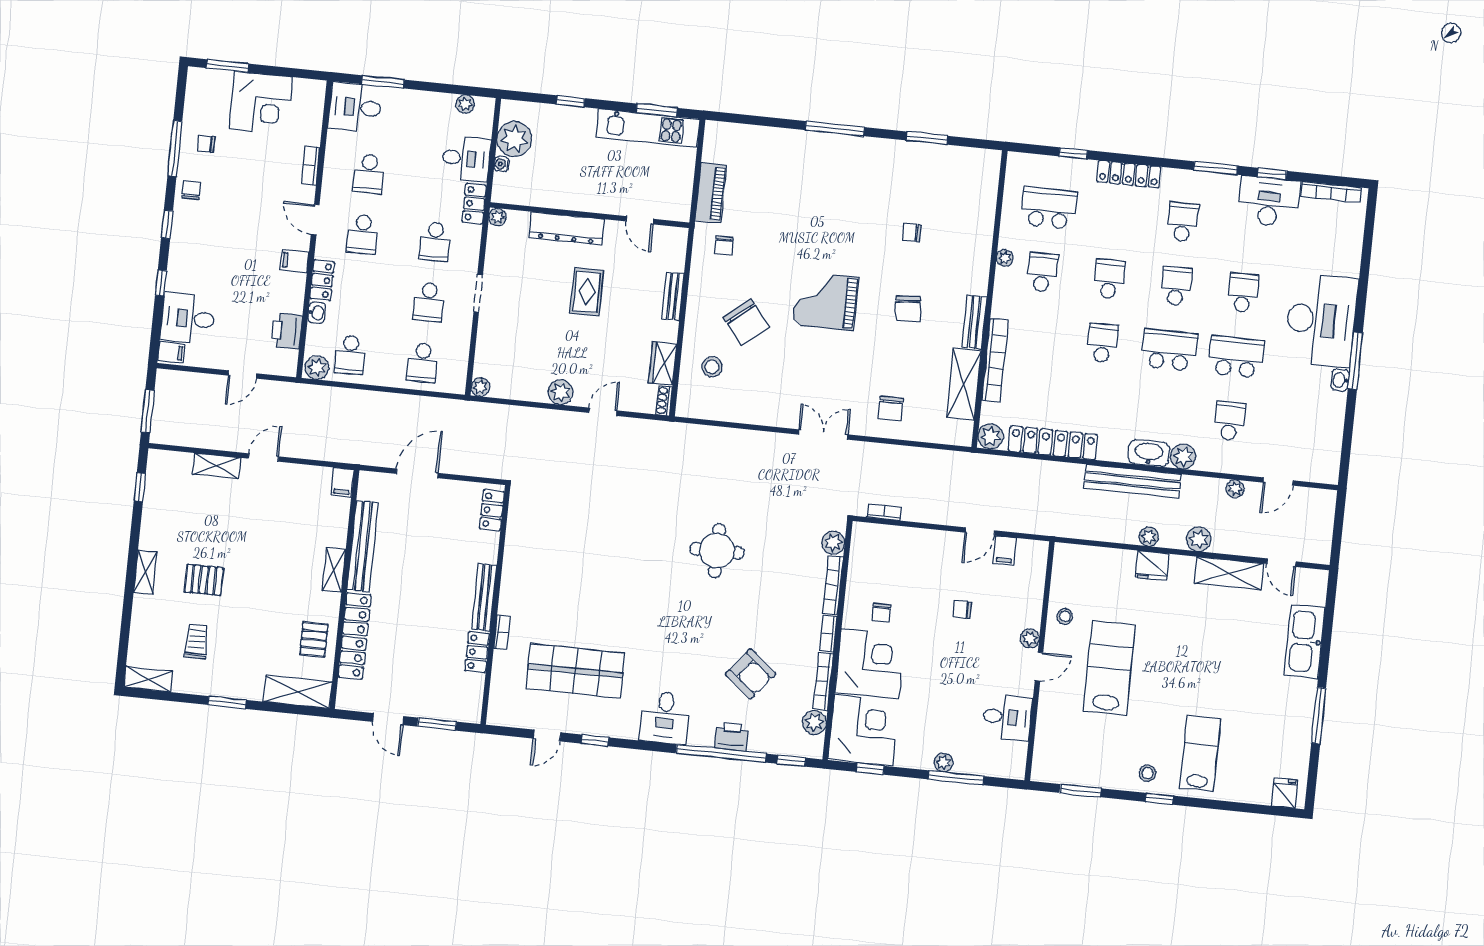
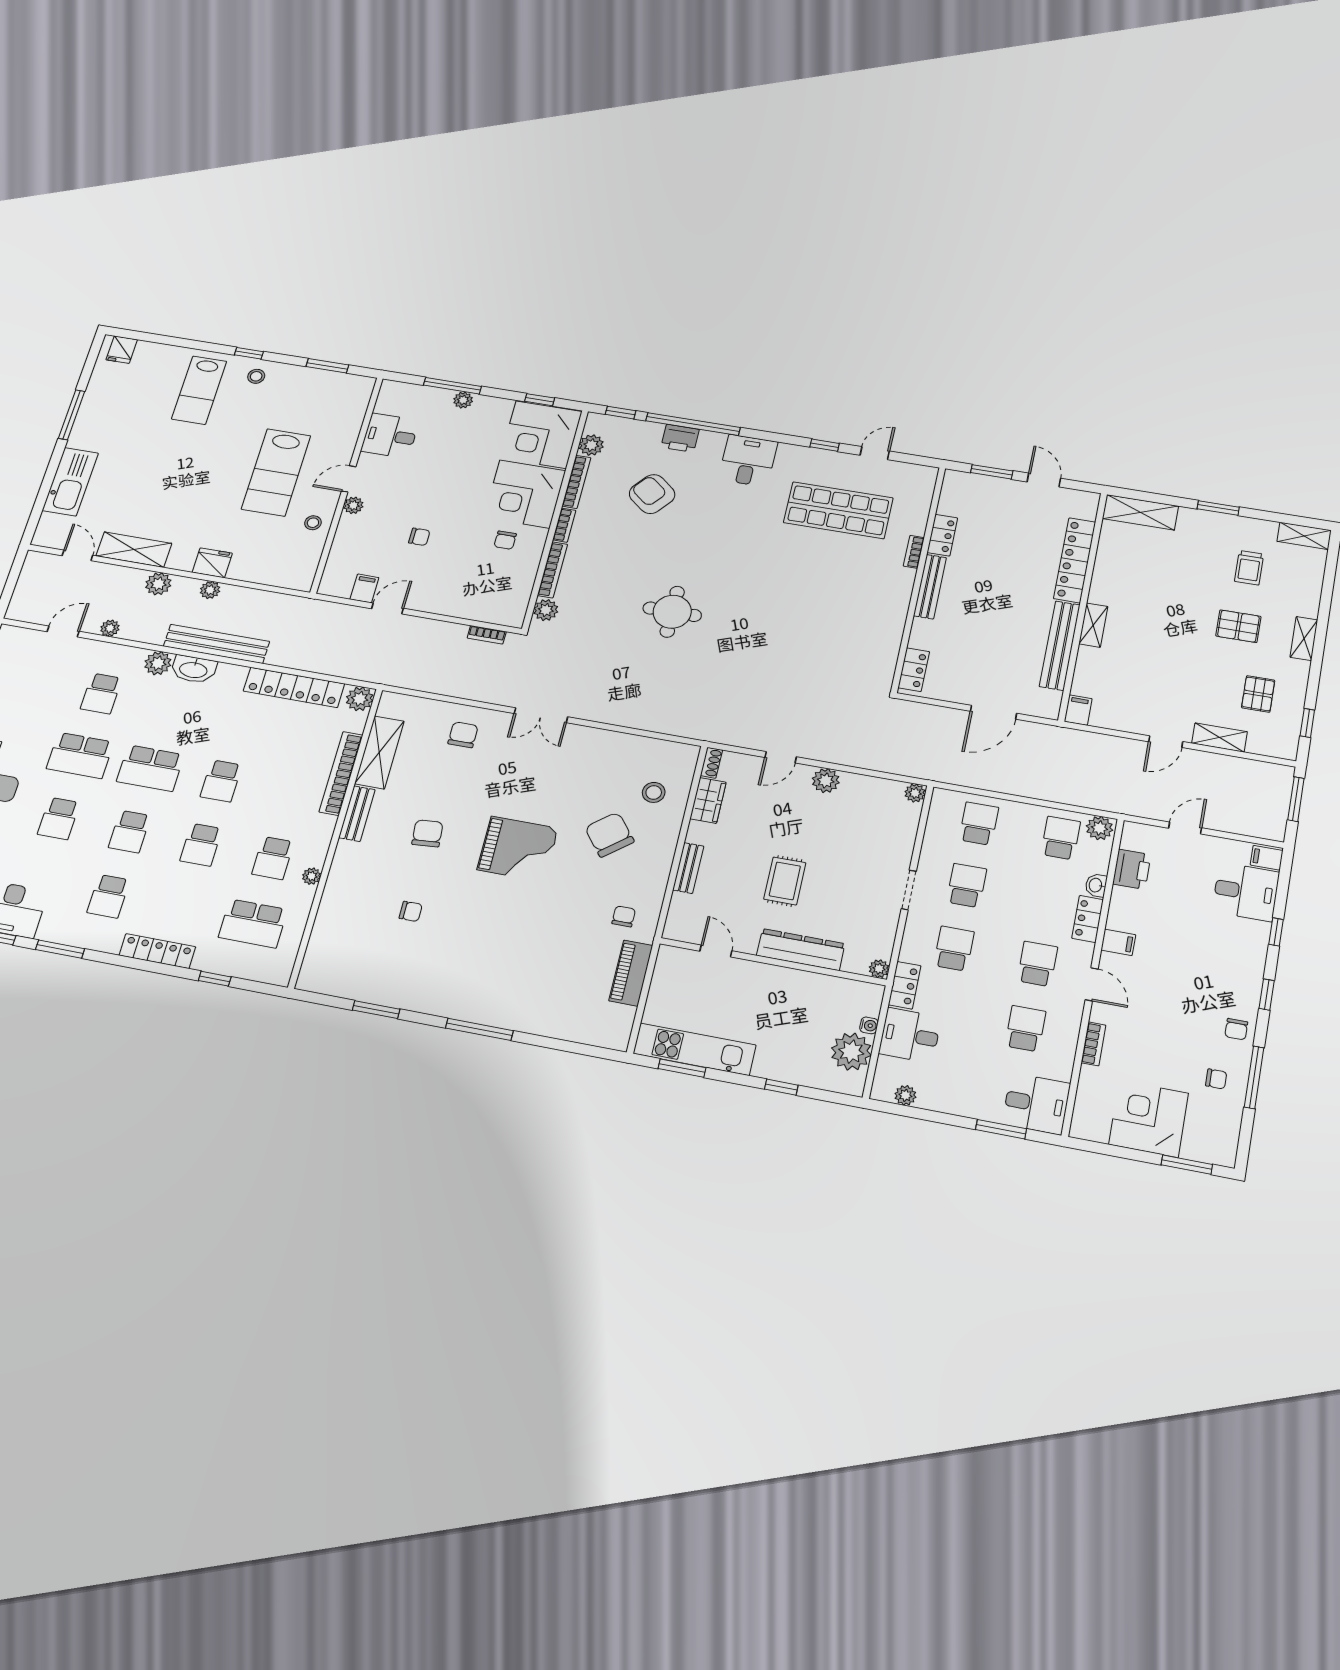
chair: (881, 613) -> (505, 540), turned 180
pallet: (314, 640) -> (1258, 694), moved

